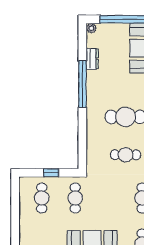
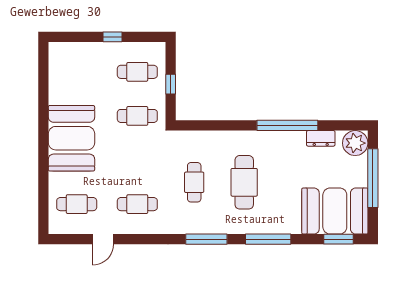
plant: (91, 28) -> (355, 143), width x1.88, depth x1.88
window: (15, 217) -> (112, 37), added

